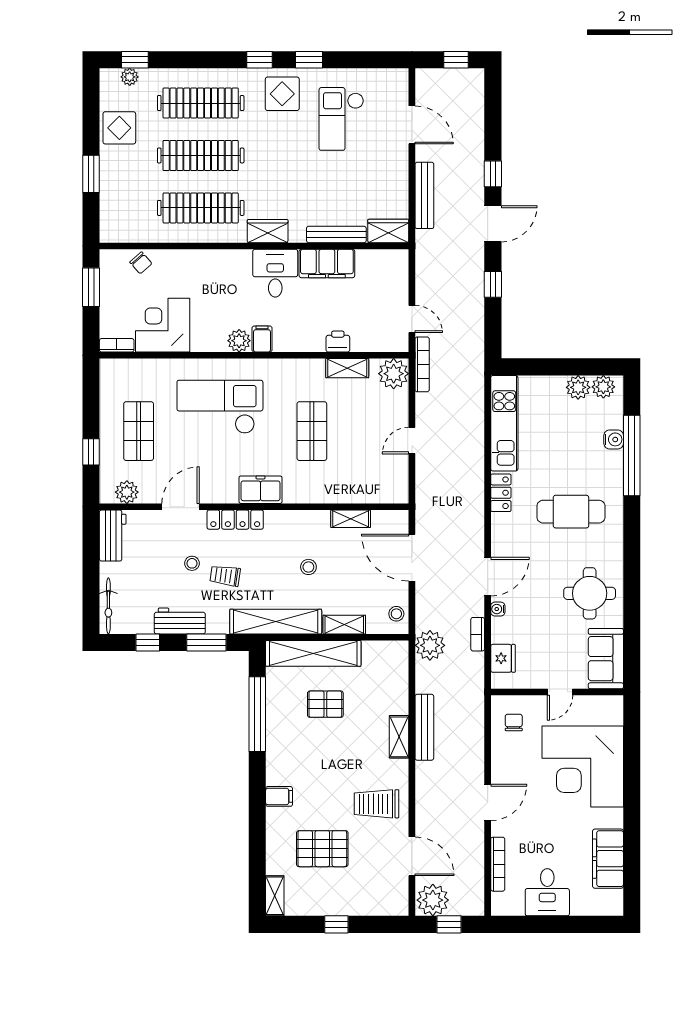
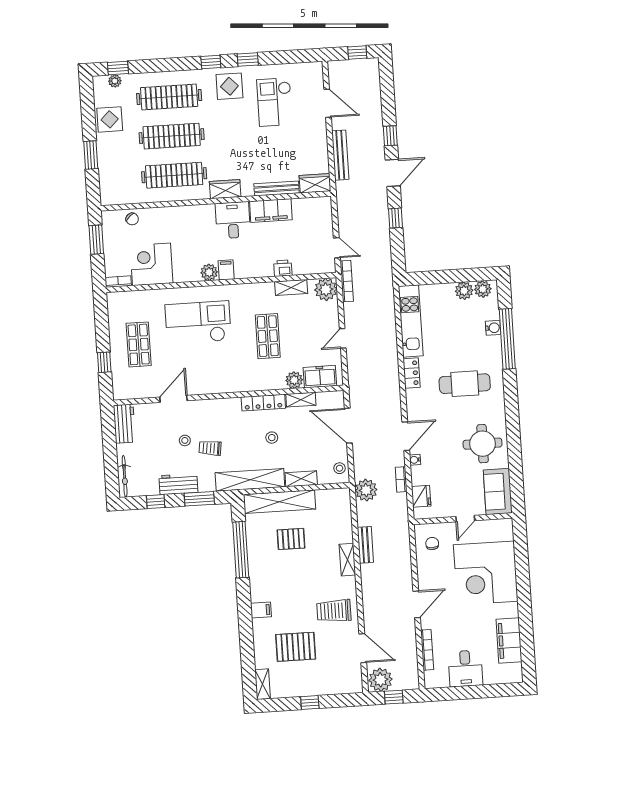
freezer: (260, 490) -> (320, 377), moved
plant: (127, 492) -> (294, 380), moved
locker: (235, 520) -> (263, 403), moved
bench: (424, 727) -> (365, 545), width x0.73

